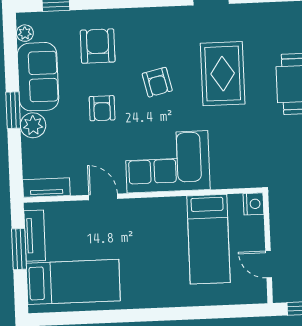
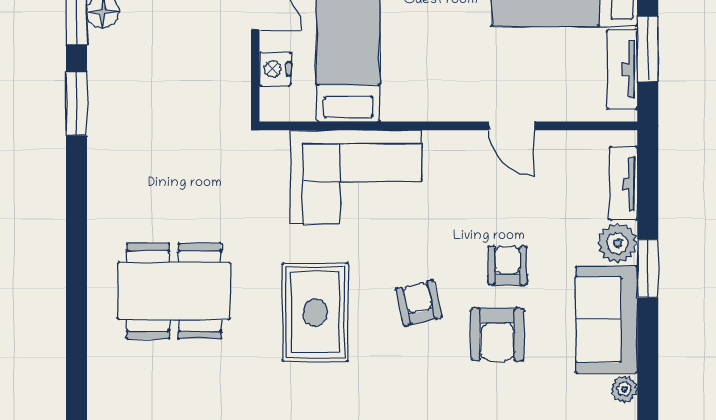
armchair: (98, 46) -> (497, 335), moved
corner sofa: (167, 162) -> (356, 177), moved
tv unit: (46, 188) -> (623, 184), moved, turned 90
nightstand: (253, 204) -> (275, 69), moved

